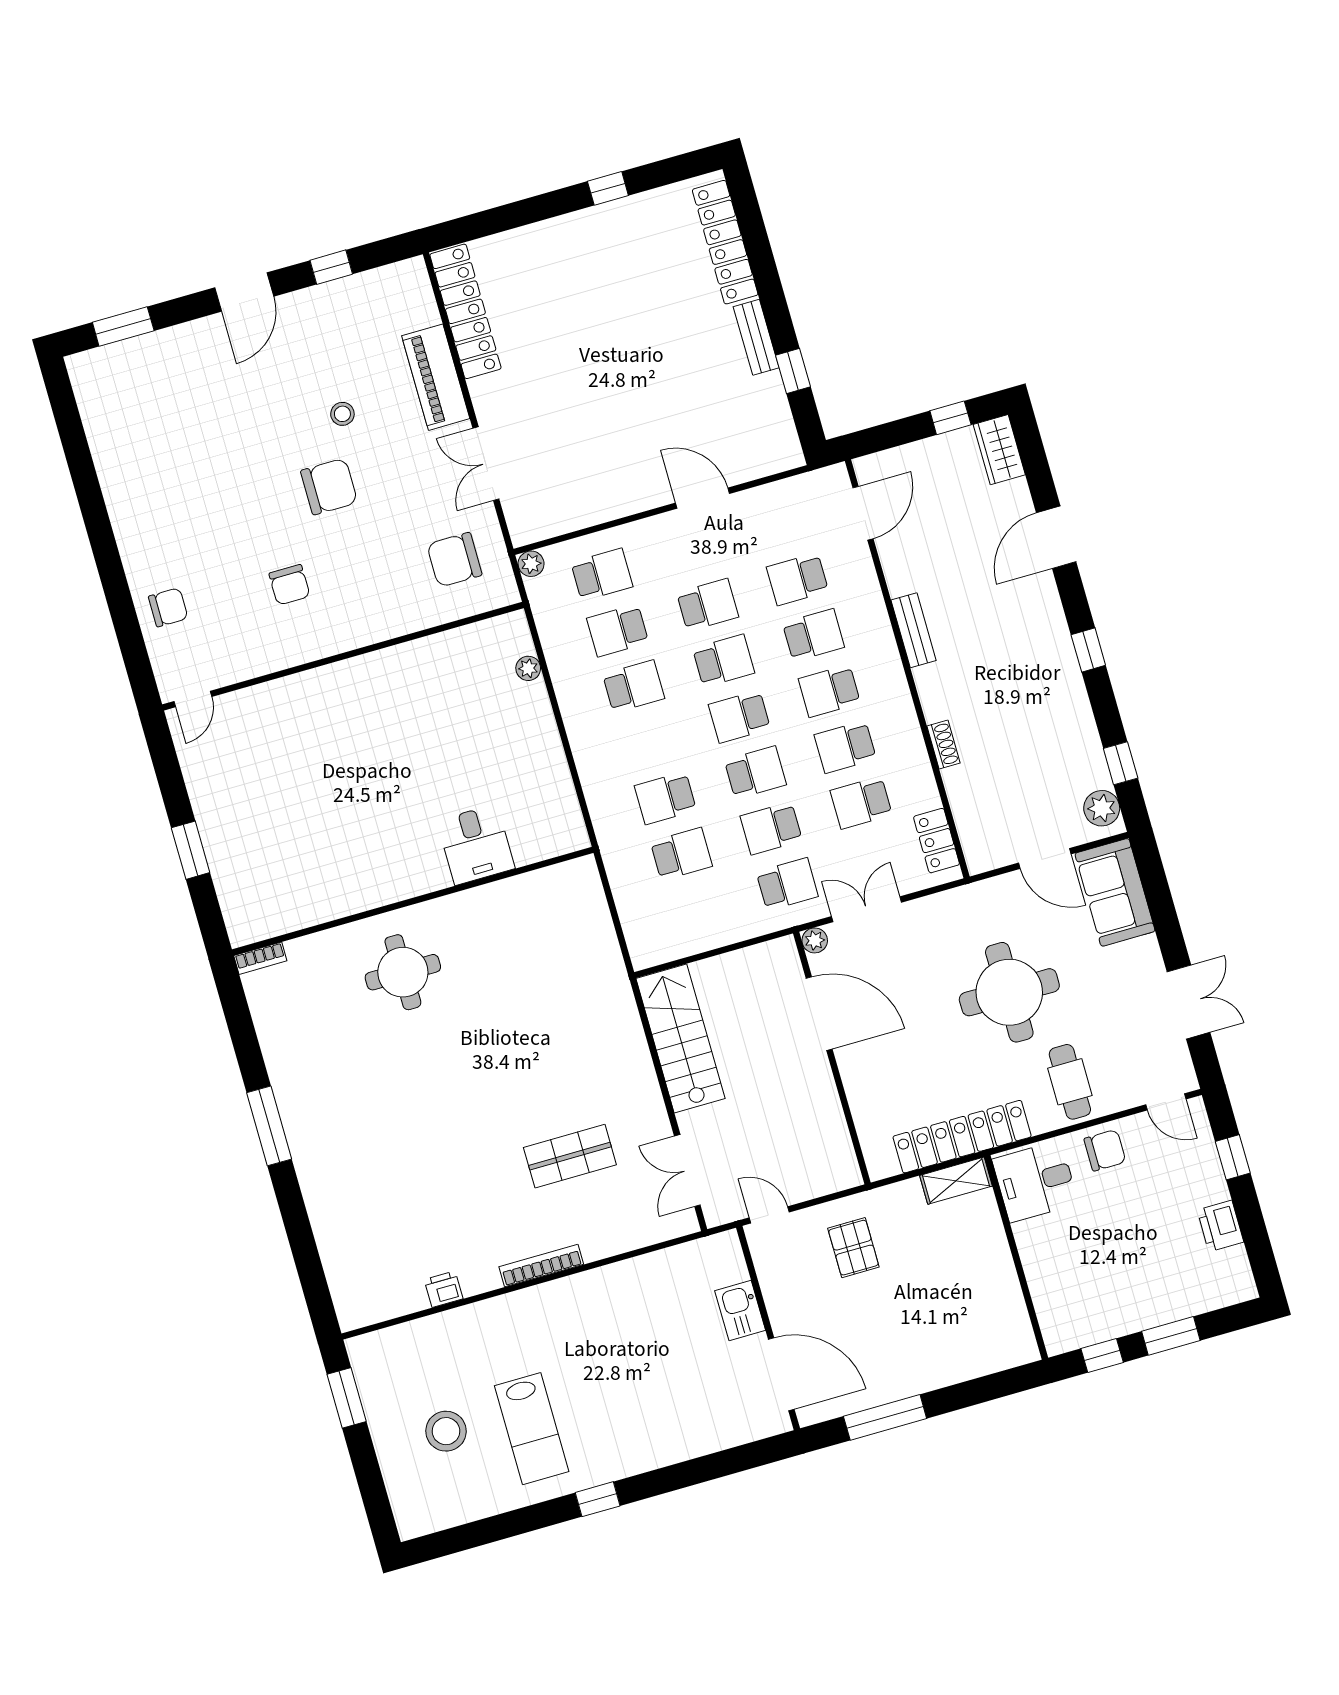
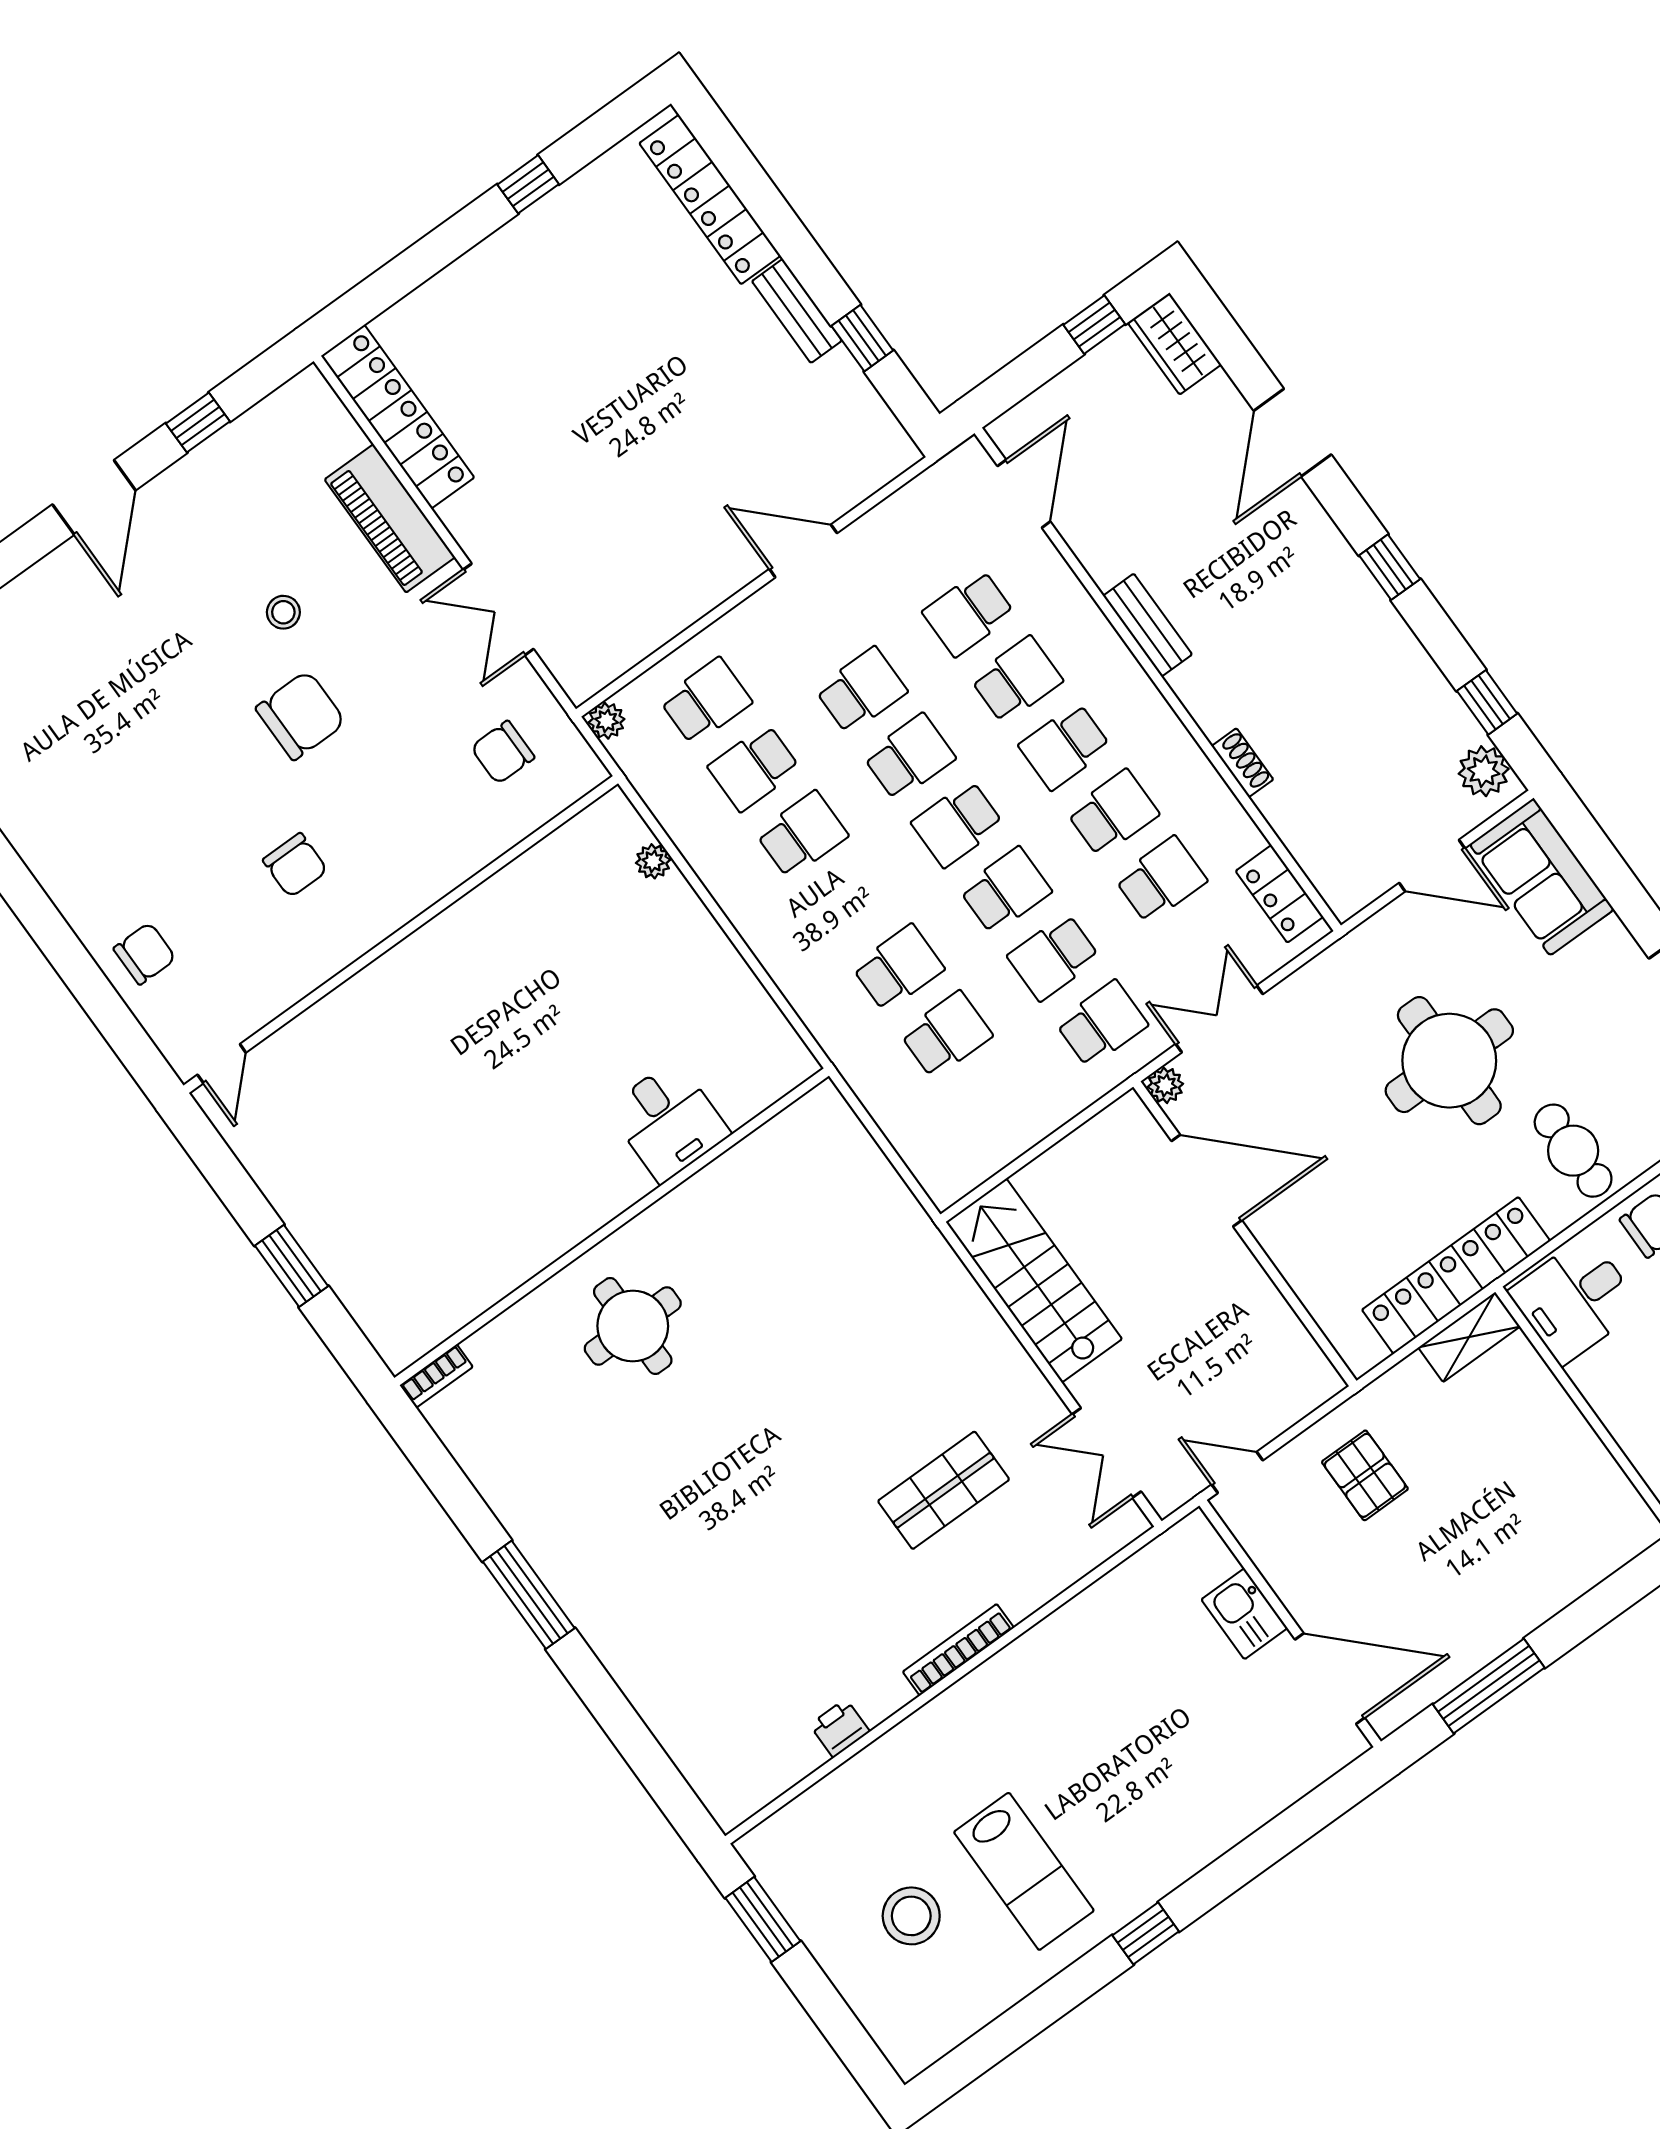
chair: (454, 560) -> (503, 752), width x0.73, depth x0.73
school desk: (845, 747) -> (1113, 813), turned 180
school desk: (665, 798) -> (898, 968), turned 180
school desk: (861, 803) -> (1161, 880), turned 180

